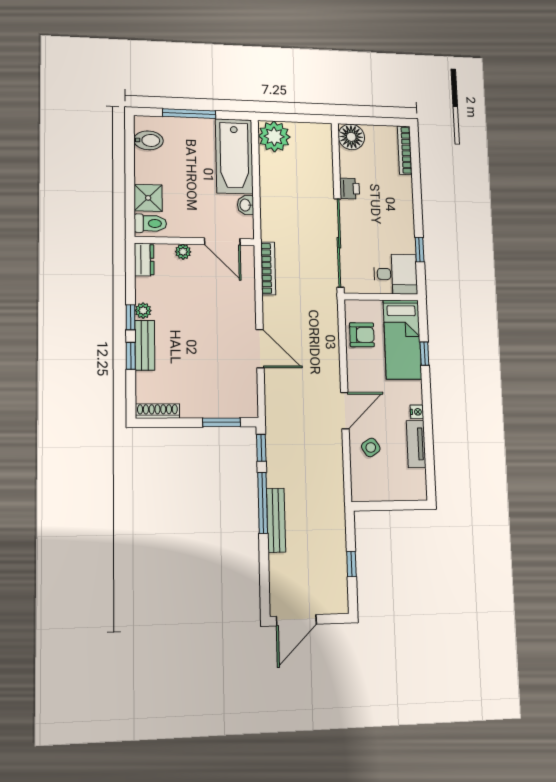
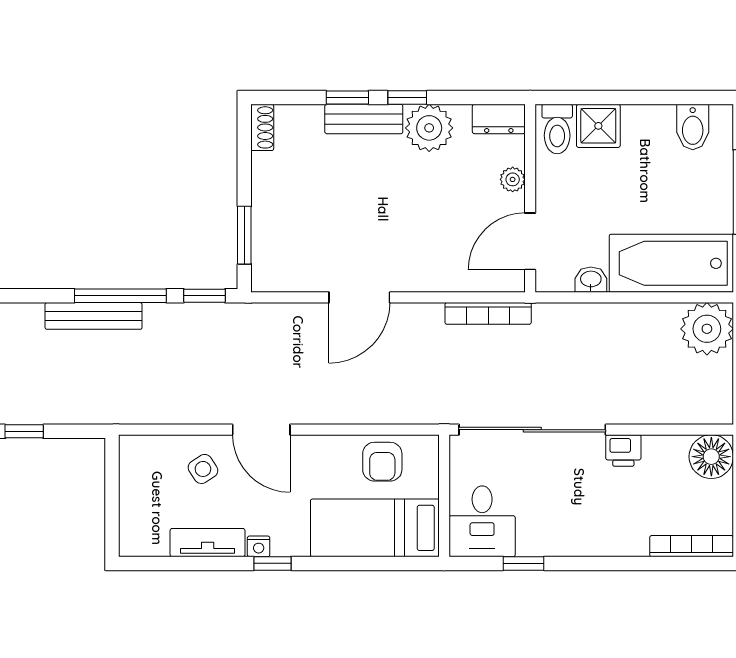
plant: (143, 311) -> (429, 128), width x1.88, depth x1.88
window: (424, 354) -> (272, 563), moved
shoe rack: (157, 411) -> (262, 127), width x0.70

